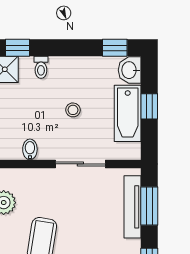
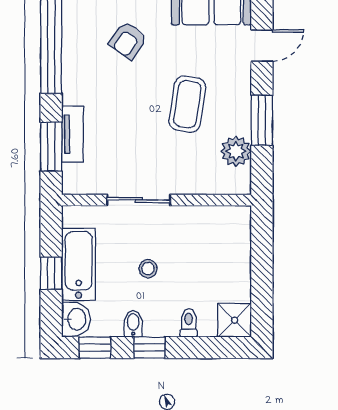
window: (18, 48) -> (149, 348), moved
bidet: (30, 149) -> (133, 324), moved, turned 180
tv unit: (132, 207) -> (72, 134), width x0.71

